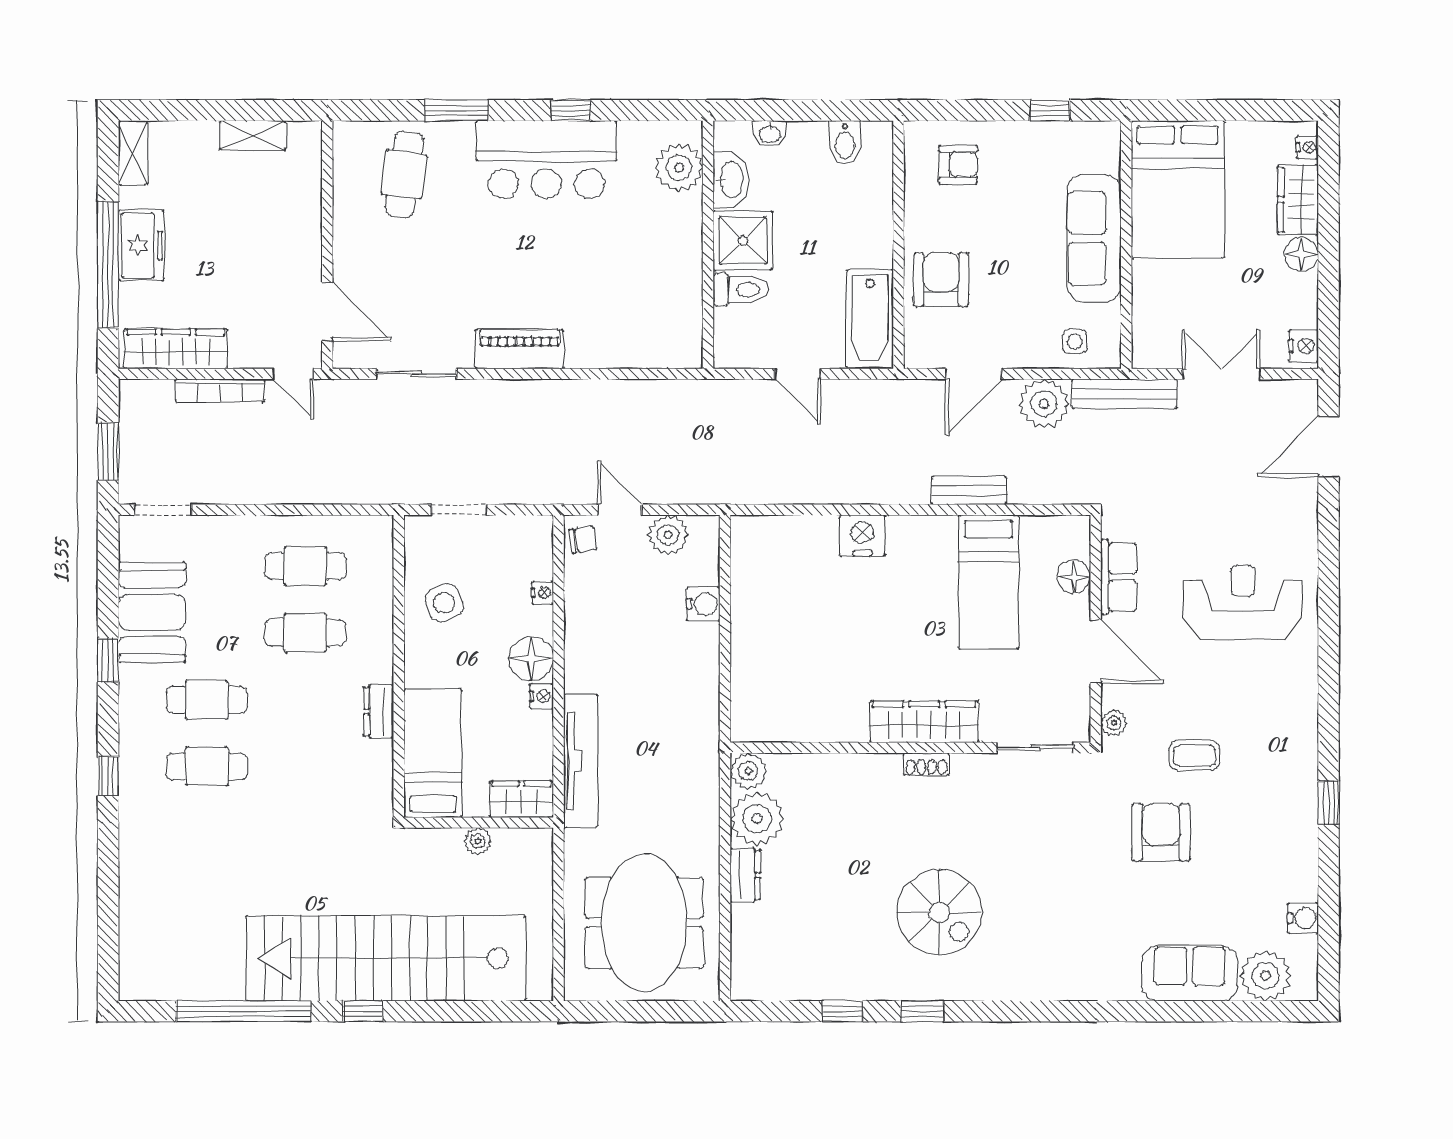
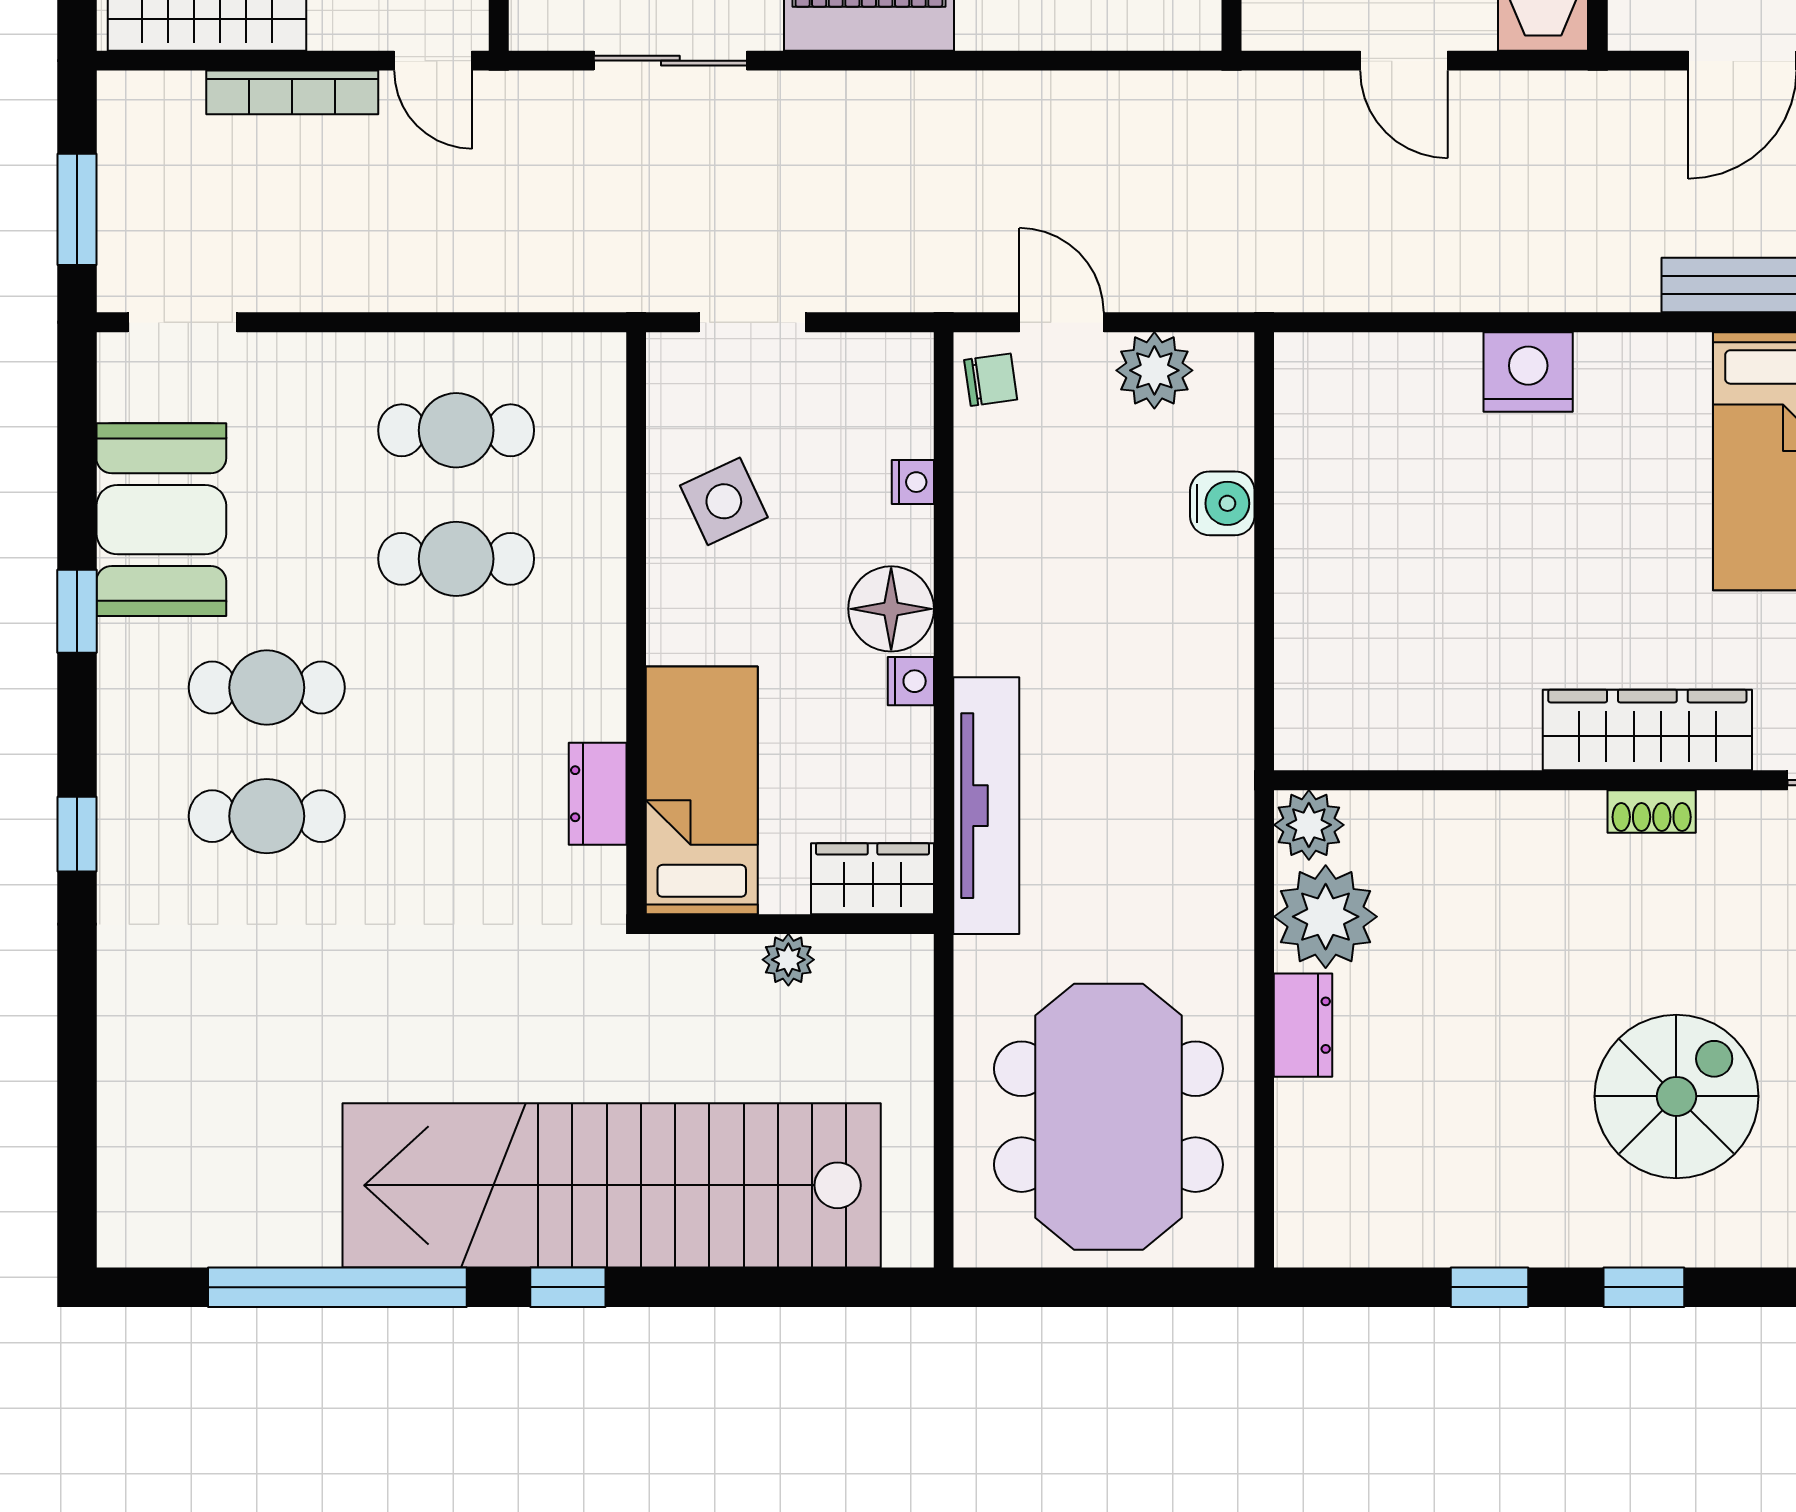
dresser: (379, 712) -> (598, 794), moved
spiral stairs: (939, 912) -> (1676, 1096), turned -90

